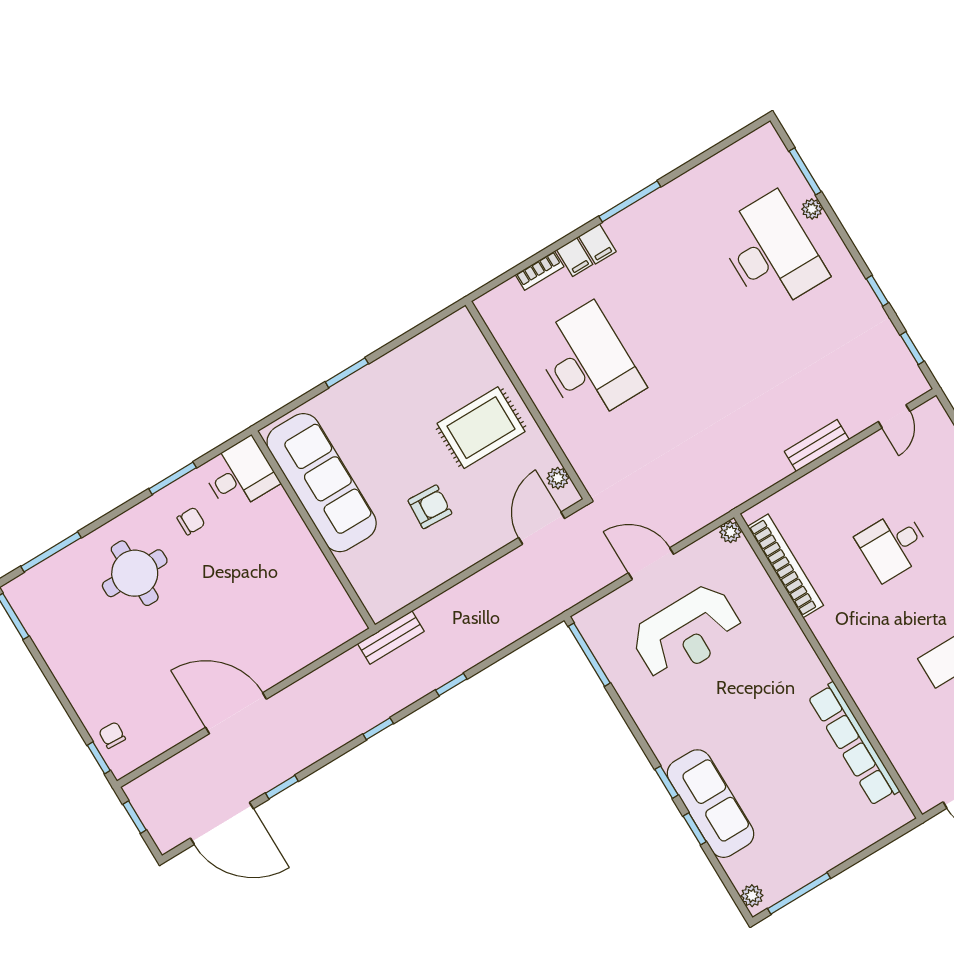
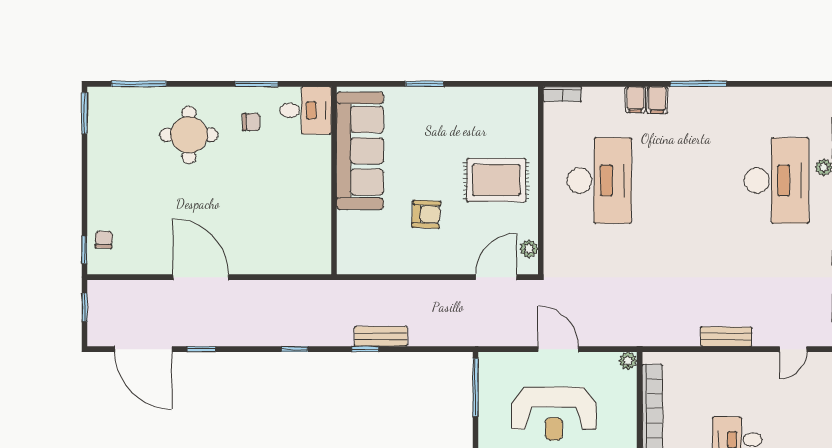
bookcase: (540, 271) -> (562, 94), moved
bench: (391, 637) -> (381, 336), moved

